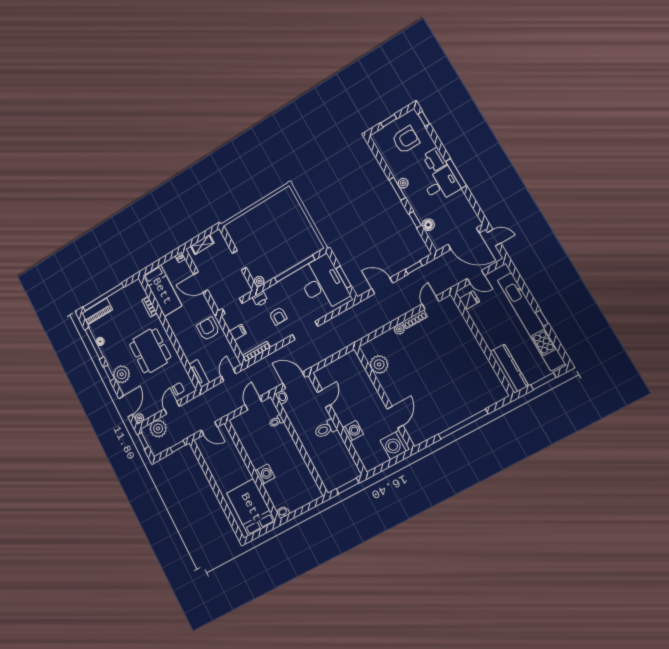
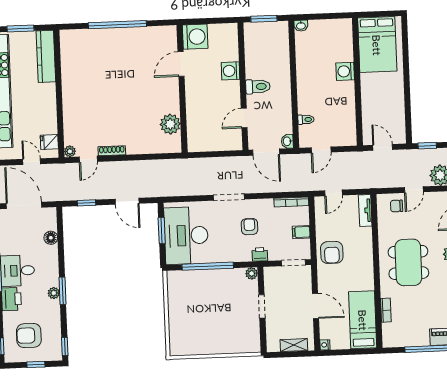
window: (415, 220) -> (65, 346), moved
plant: (399, 329) -> (70, 151), moved
washbasin: (283, 512) -> (301, 26), moved

